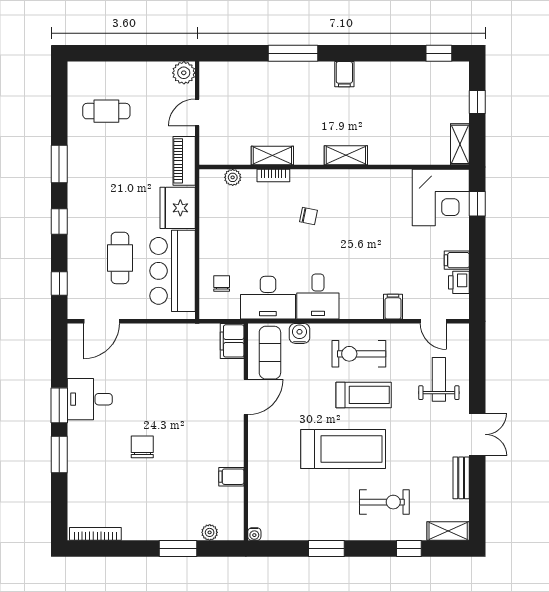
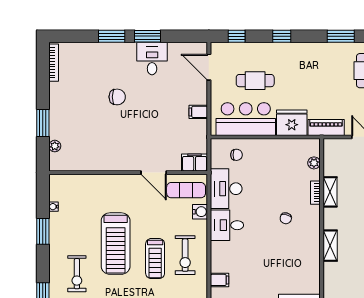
window: (59, 164) -> (341, 36), moved
exercise bike: (359, 354) -> (185, 255), turned 180
filing cabinet: (231, 477) -> (198, 112), moved, turned -90
water cooler: (254, 534) -> (54, 207), moved

